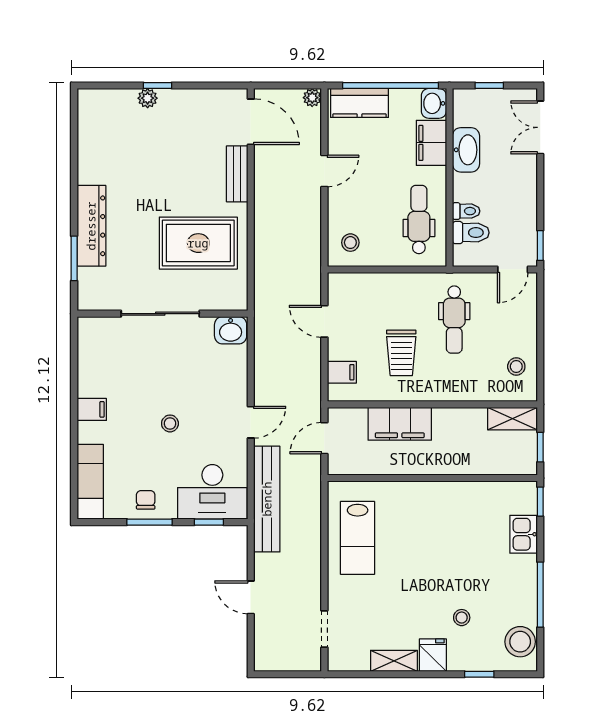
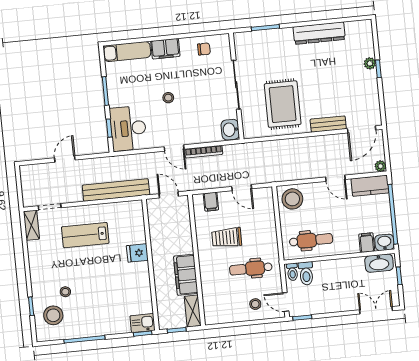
kitchen counter: (359, 103) -> (370, 186), moved, turned -90
filing cabinet: (431, 143) -> (367, 243), width x0.50
washbasin: (466, 150) -> (379, 263), moved
toilet: (466, 211) -> (292, 272), moved
dresser: (91, 226) -> (319, 33), moved
stool: (350, 243) -> (292, 199), width x1.89, depth x1.89
door: (324, 321) -> (242, 188), swing flipped
stool: (516, 366) -> (255, 304), moved
bookcase: (261, 376) -> (204, 152), added
filing cabinet: (92, 409) -> (165, 49), width x2.00
filing cabinet: (400, 424) -> (186, 275), moved
bench: (267, 499) -> (116, 190), moved
chair: (146, 500) -> (204, 49), moved
kitchen sink: (524, 534) -> (143, 323), moved
lab bench: (358, 538) -> (85, 235), moved
stool: (520, 642) -> (53, 315), moved
fridge: (433, 655) -> (137, 253), moved, turned 180
shelving: (394, 661) -> (31, 225), moved

